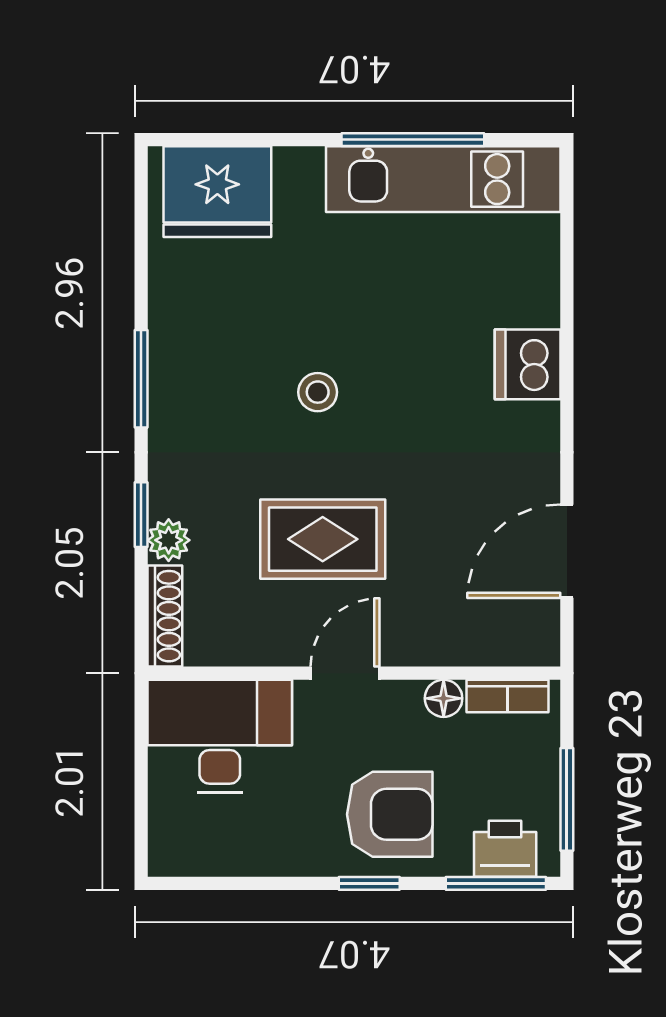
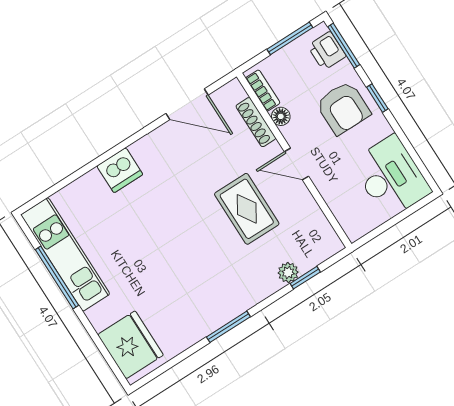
stool: (318, 392) -> (187, 250), removed
window: (141, 515) -> (305, 278), moved
shoe rack: (165, 616) -> (256, 122), moved, turned -90
desk: (220, 736) -> (391, 177), moved, turned 180
armchair: (390, 814) -> (343, 108), turned 180

